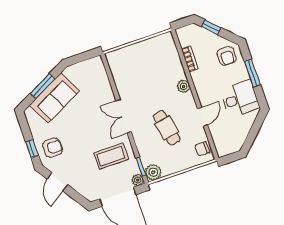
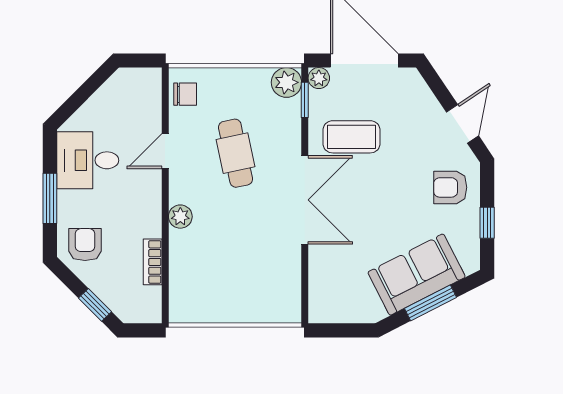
double door: (124, 116) -> (305, 200), width x1.37
window: (32, 149) -> (487, 223), moved

